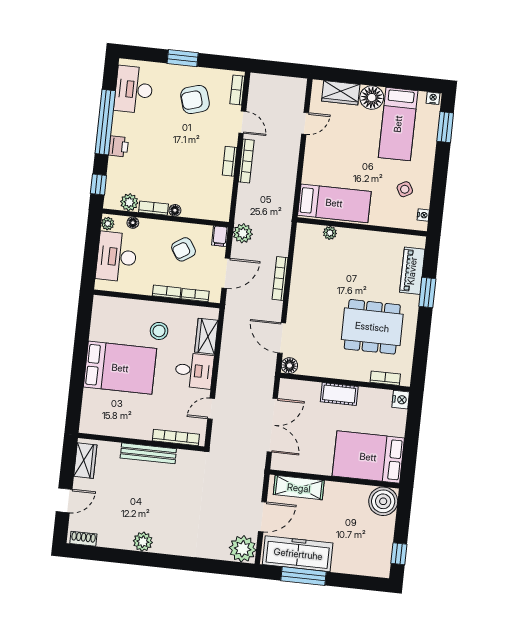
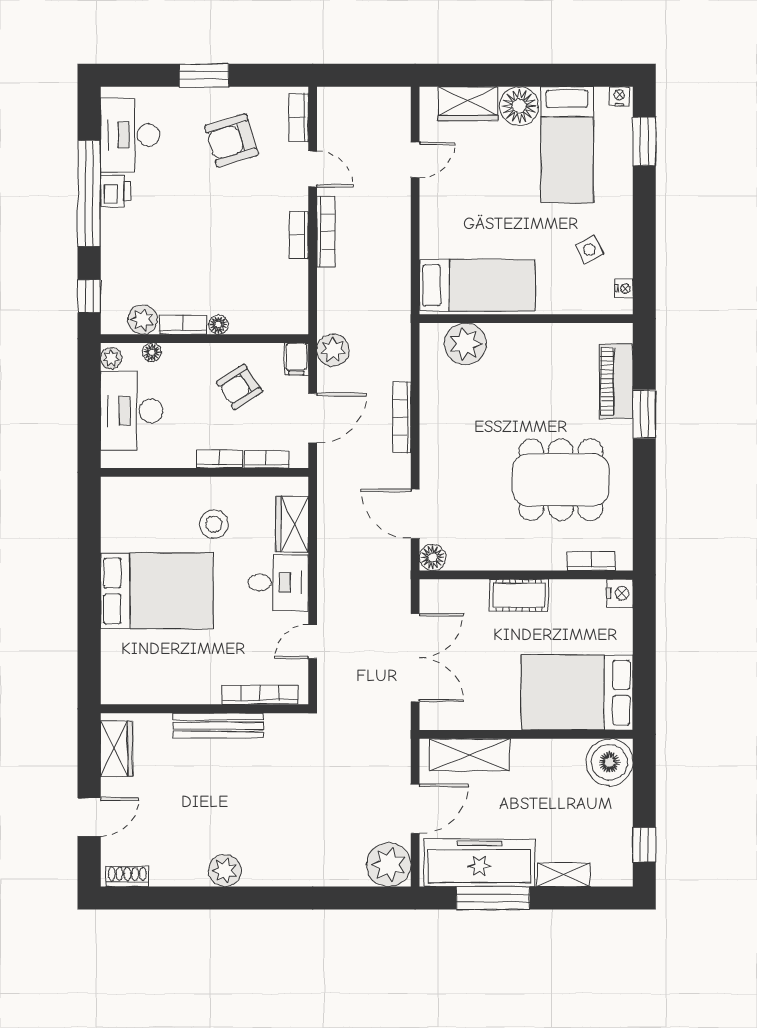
printer: (119, 146) -> (115, 191), moved
plant: (330, 233) -> (465, 344), width x1.88, depth x1.88
shelving: (348, 567) -> (564, 875), added

